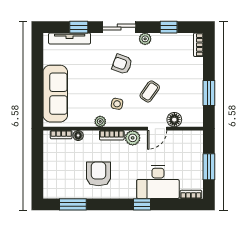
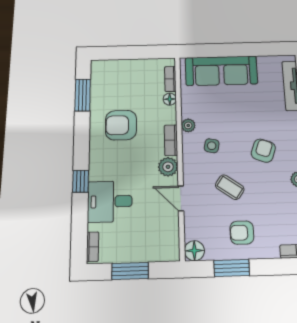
armchair: (184, 84) -> (242, 233), added
floor lamp: (174, 120) -> (194, 251), moved
armchair: (98, 174) -> (121, 125), turned 180
desk: (158, 182) -> (110, 201), width x0.73

